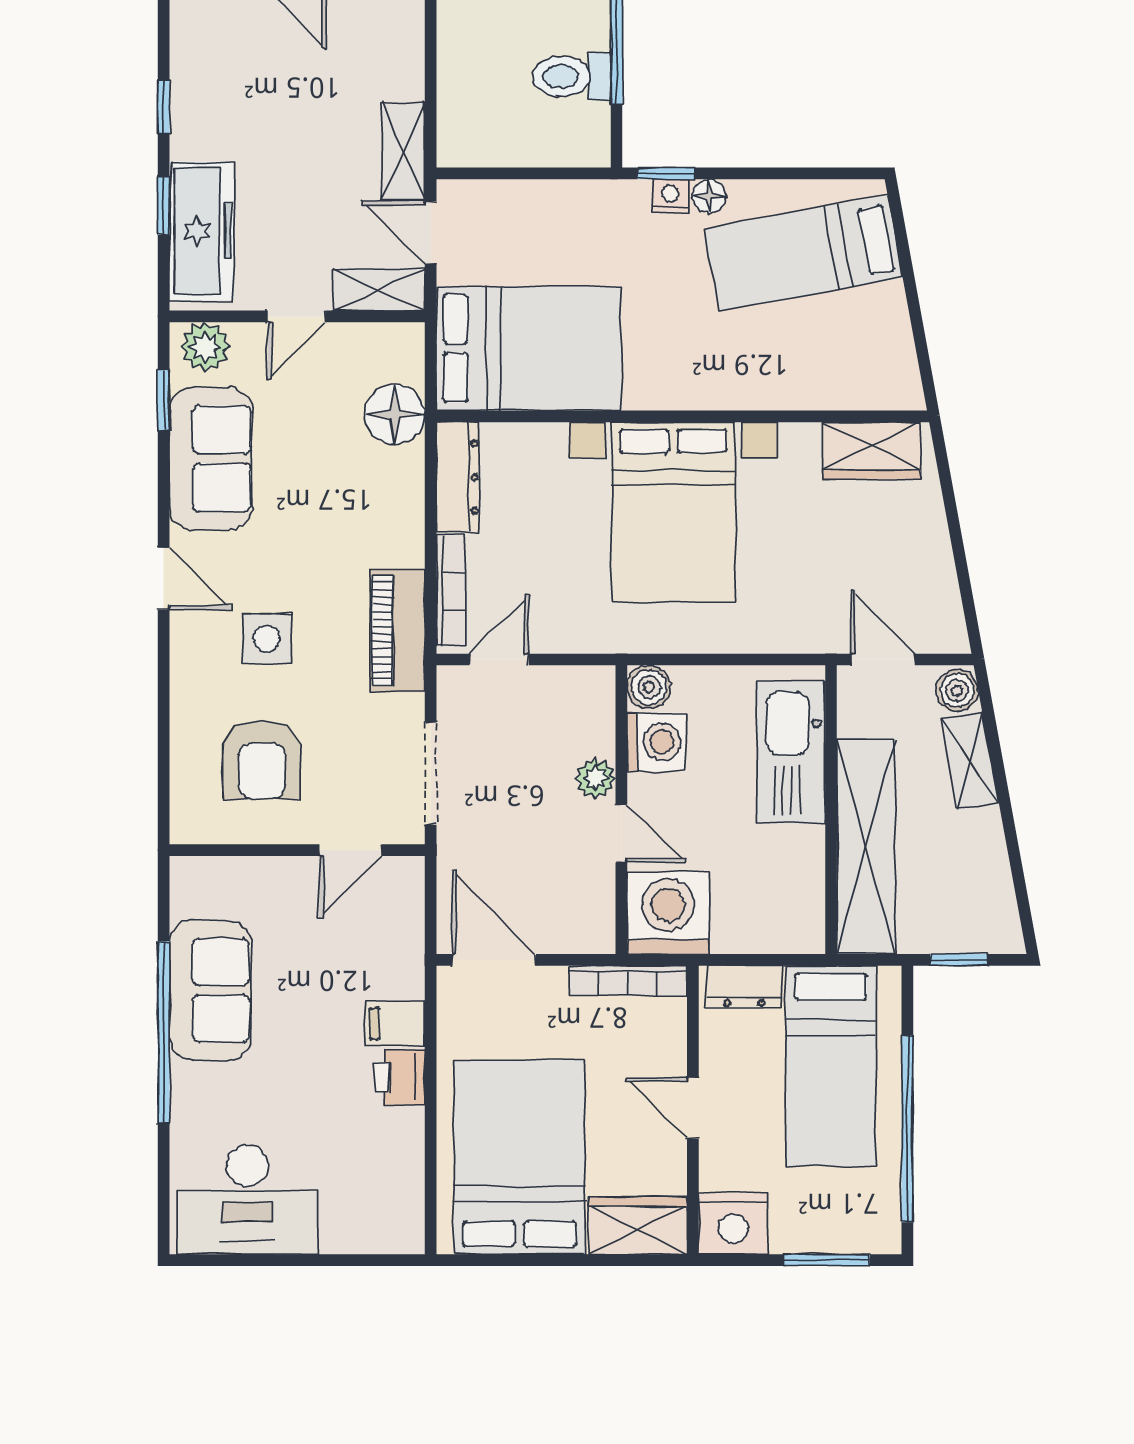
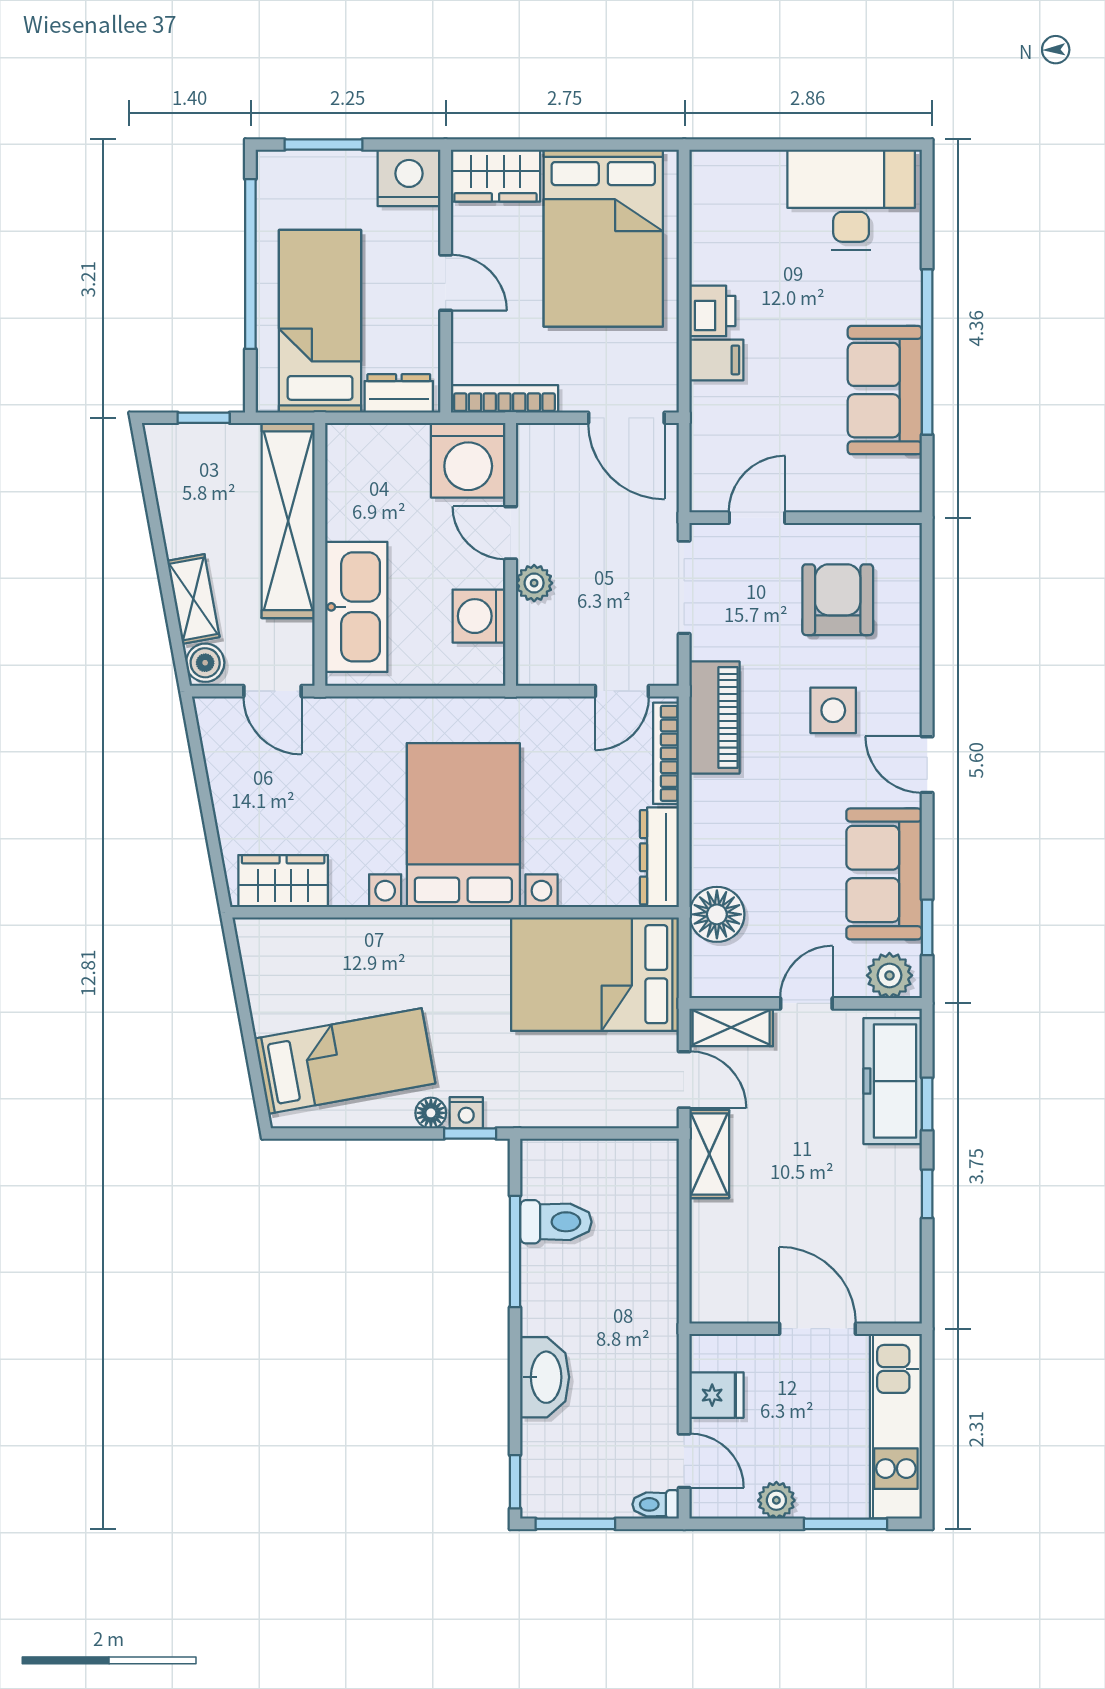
boiler: (649, 687) -> (486, 666), removed

